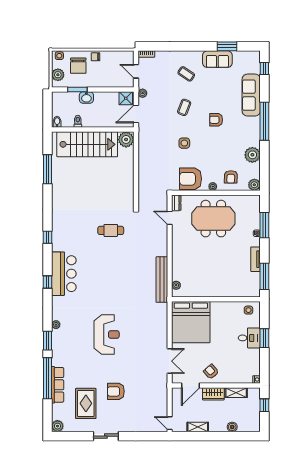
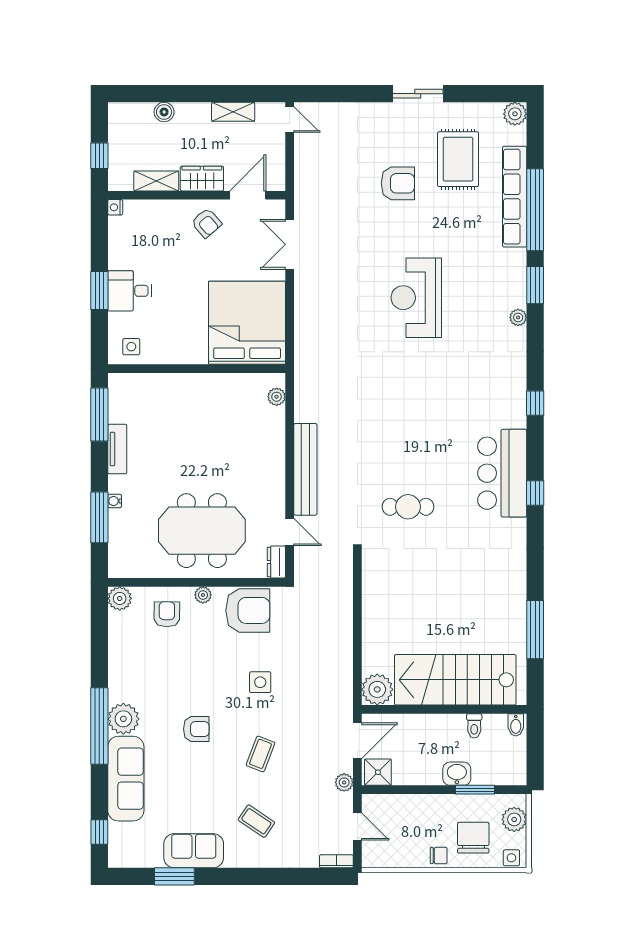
plant: (252, 155) -> (123, 719), moved
bar counter: (64, 274) -> (502, 473), moved
bench: (162, 280) -> (305, 469), moved
row of seats: (58, 385) -> (515, 197), width x1.36

